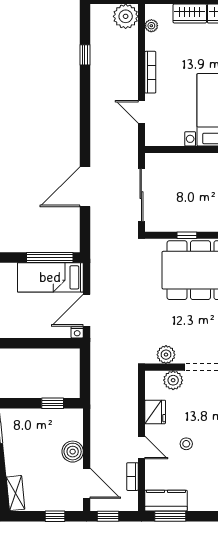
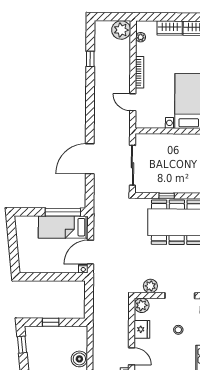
plant: (173, 380) -> (142, 305), moved
window: (53, 403) -> (51, 322), moved
stool: (186, 444) -> (178, 330), moved

